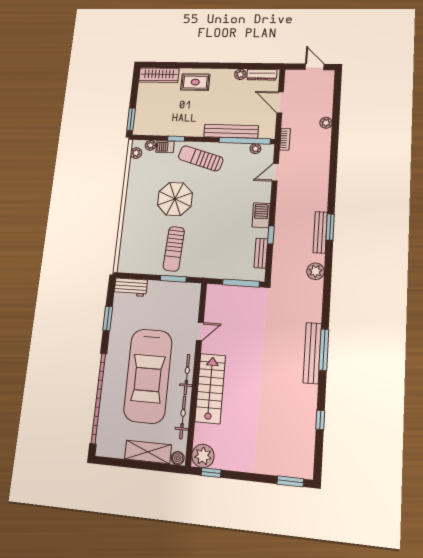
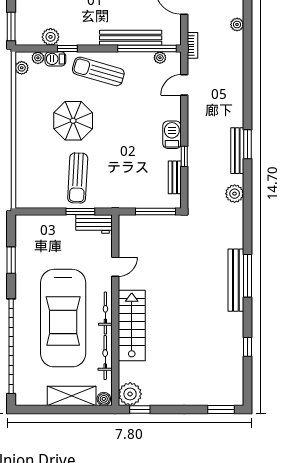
plant: (163, 129) -> (51, 37), added
workbench: (131, 287) -> (94, 224), moved

